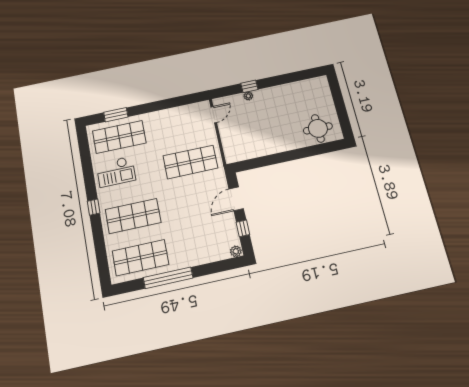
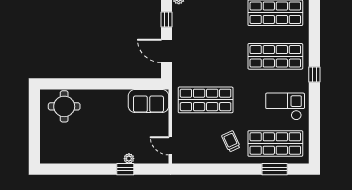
door: (214, 115) -> (170, 146), hinge flipped
trolley: (160, 130) -> (231, 141), added
sofa: (242, 150) -> (148, 101), added
door: (236, 199) -> (166, 51), swing flipped

